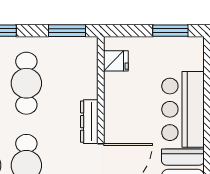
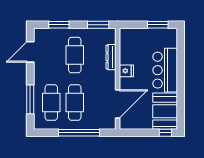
fridge: (116, 61) -> (126, 71), moved
dresser: (89, 122) -> (111, 57), moved

